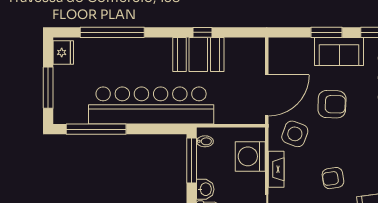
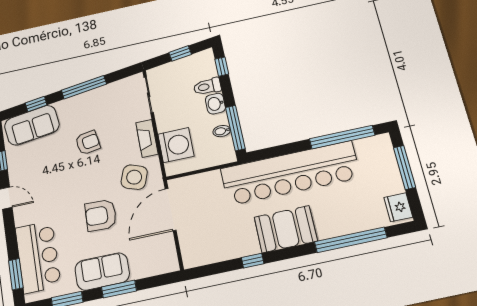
booth: (198, 54) -> (286, 229), moved
bidet: (205, 141) -> (222, 131), moved

